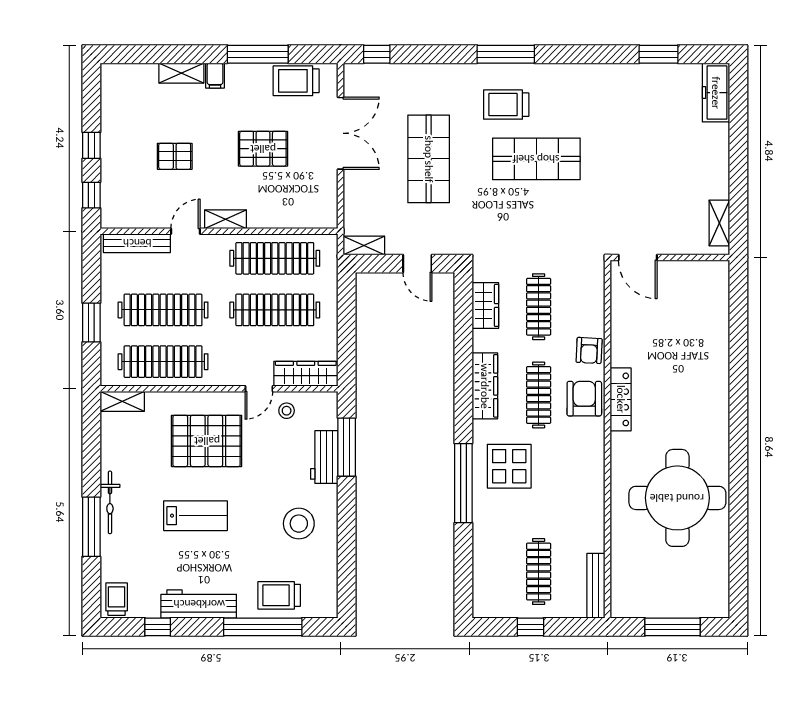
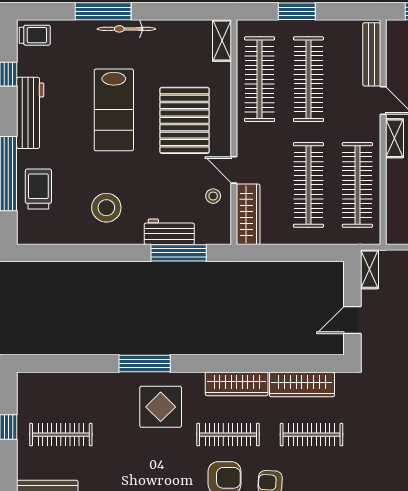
wardrobe: (485, 305) -> (302, 384), width x1.50
window: (463, 483) -> (145, 364), width x0.68
lab bench: (196, 516) -> (114, 110), width x1.36, depth x1.39

